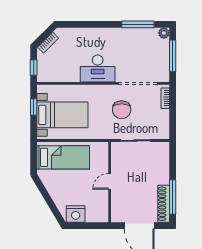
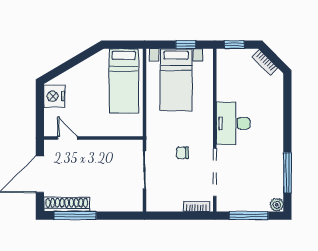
chair: (122, 110) -> (182, 153), width x0.54, depth x0.54
door: (110, 181) -> (67, 138), moved

